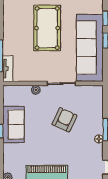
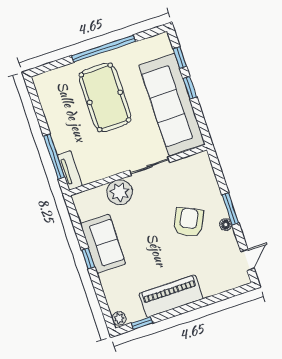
plant: (36, 90) -> (120, 192), width x1.88, depth x1.88
armchair: (64, 120) -> (189, 222), moved

